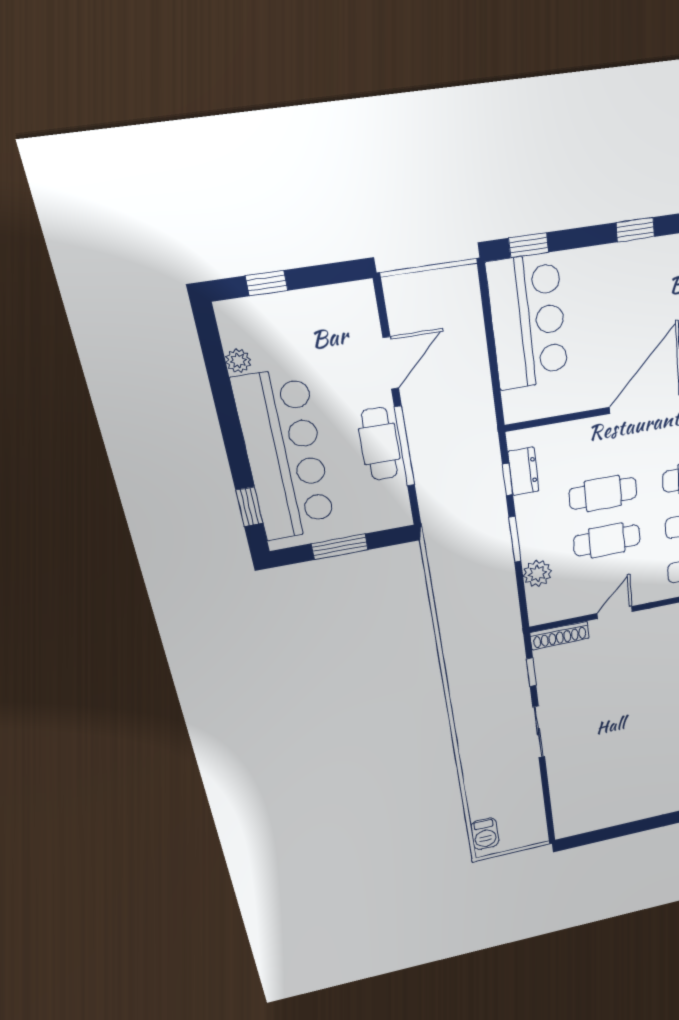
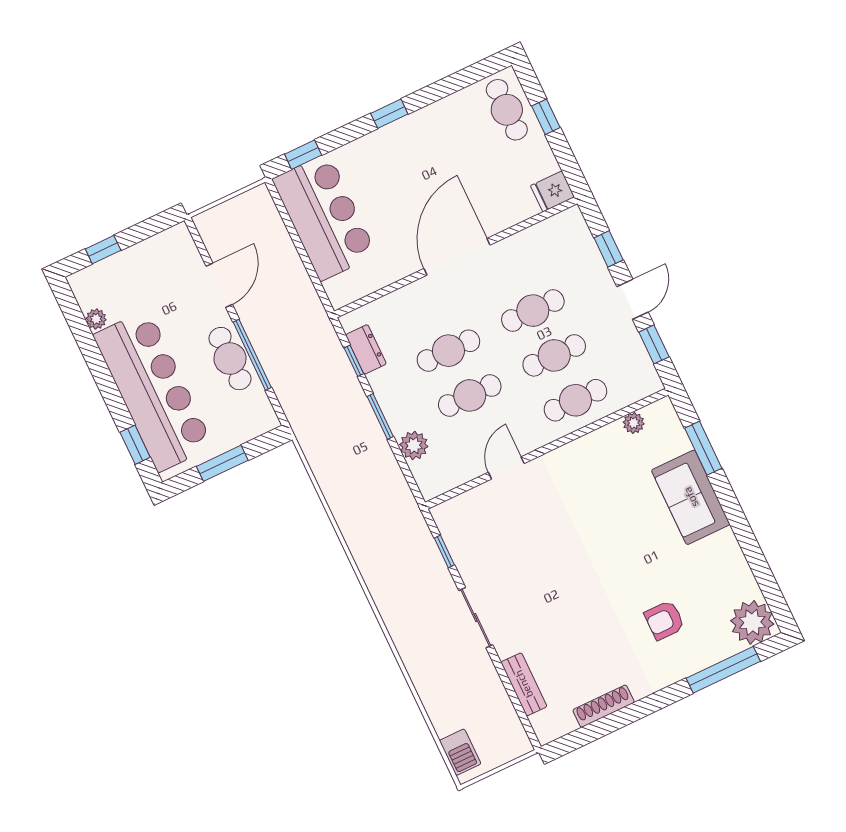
shoe rack: (560, 636) -> (604, 706), moved, turned 180
bench: (560, 791) -> (524, 684), added

